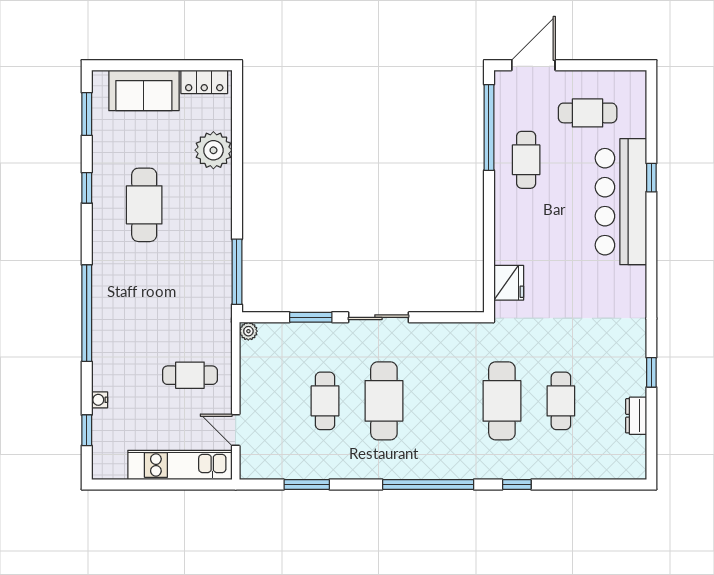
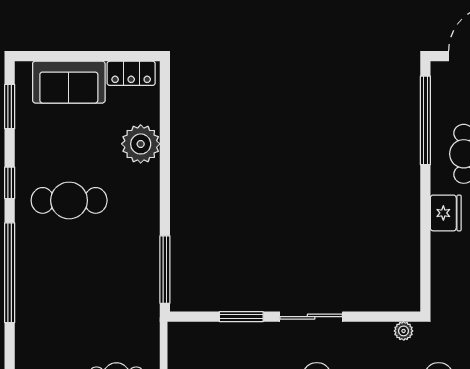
cafe table: (144, 205) -> (69, 200), turned 90
fridge: (509, 283) -> (446, 213), moved
window: (87, 313) -> (10, 273), moved
plant: (248, 331) -> (404, 331), moved

